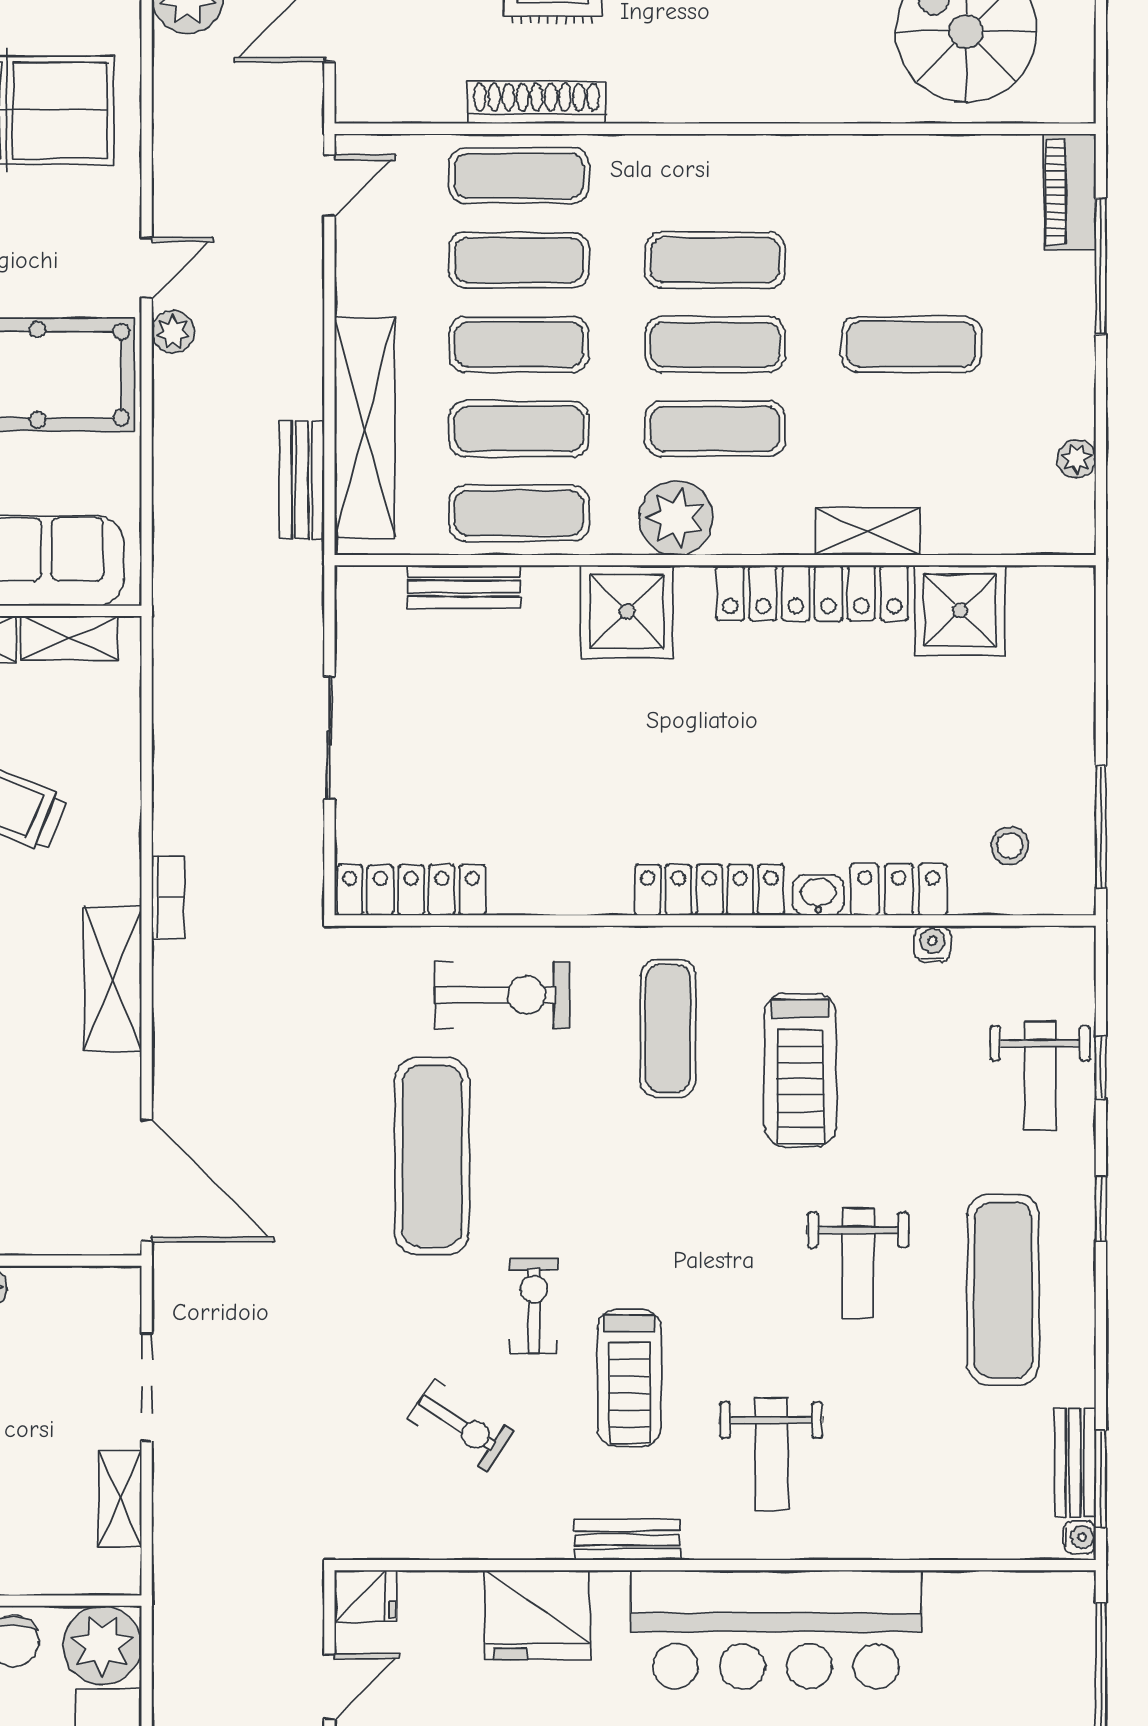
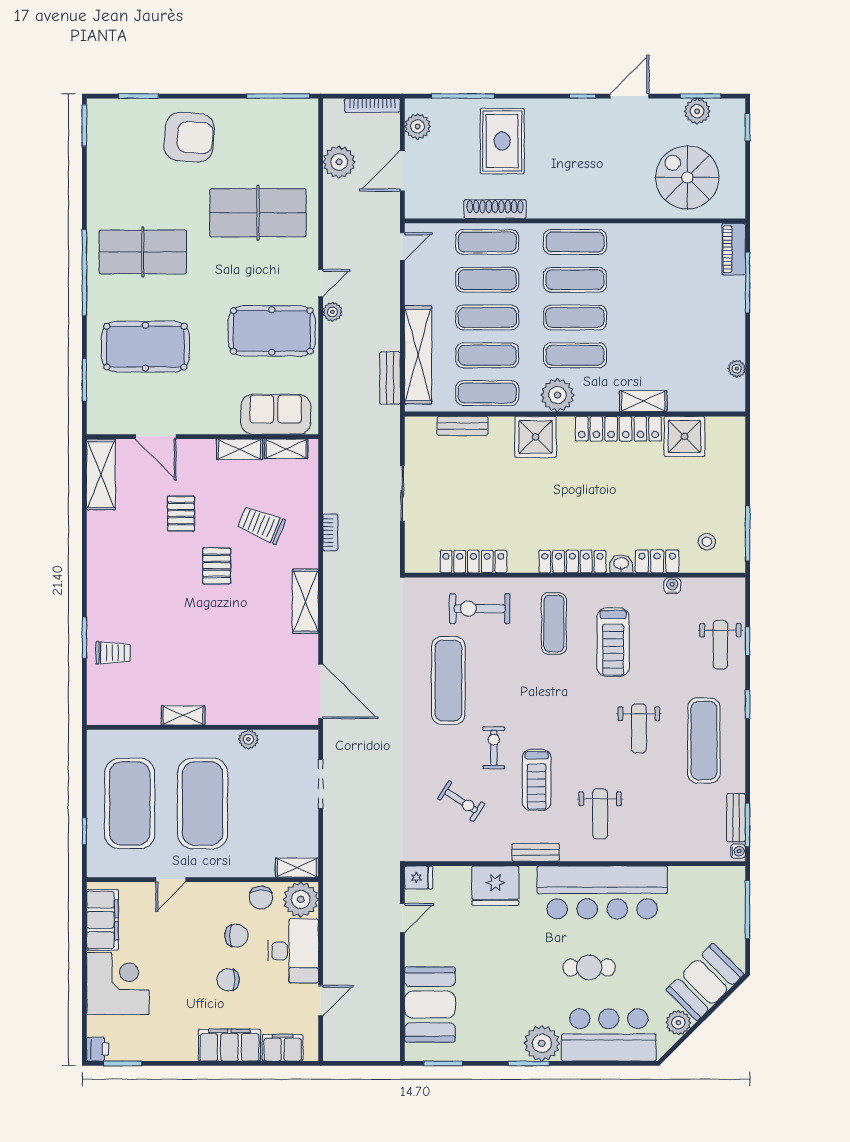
exercise mat: (911, 344) -> (575, 242), moved
locker: (411, 890) -> (473, 562), moved
bookcase: (168, 897) -> (330, 532), moved
exercise bike: (502, 995) -> (480, 609), turned 180
shelving: (120, 1499) -> (297, 868), moved, turned 90

